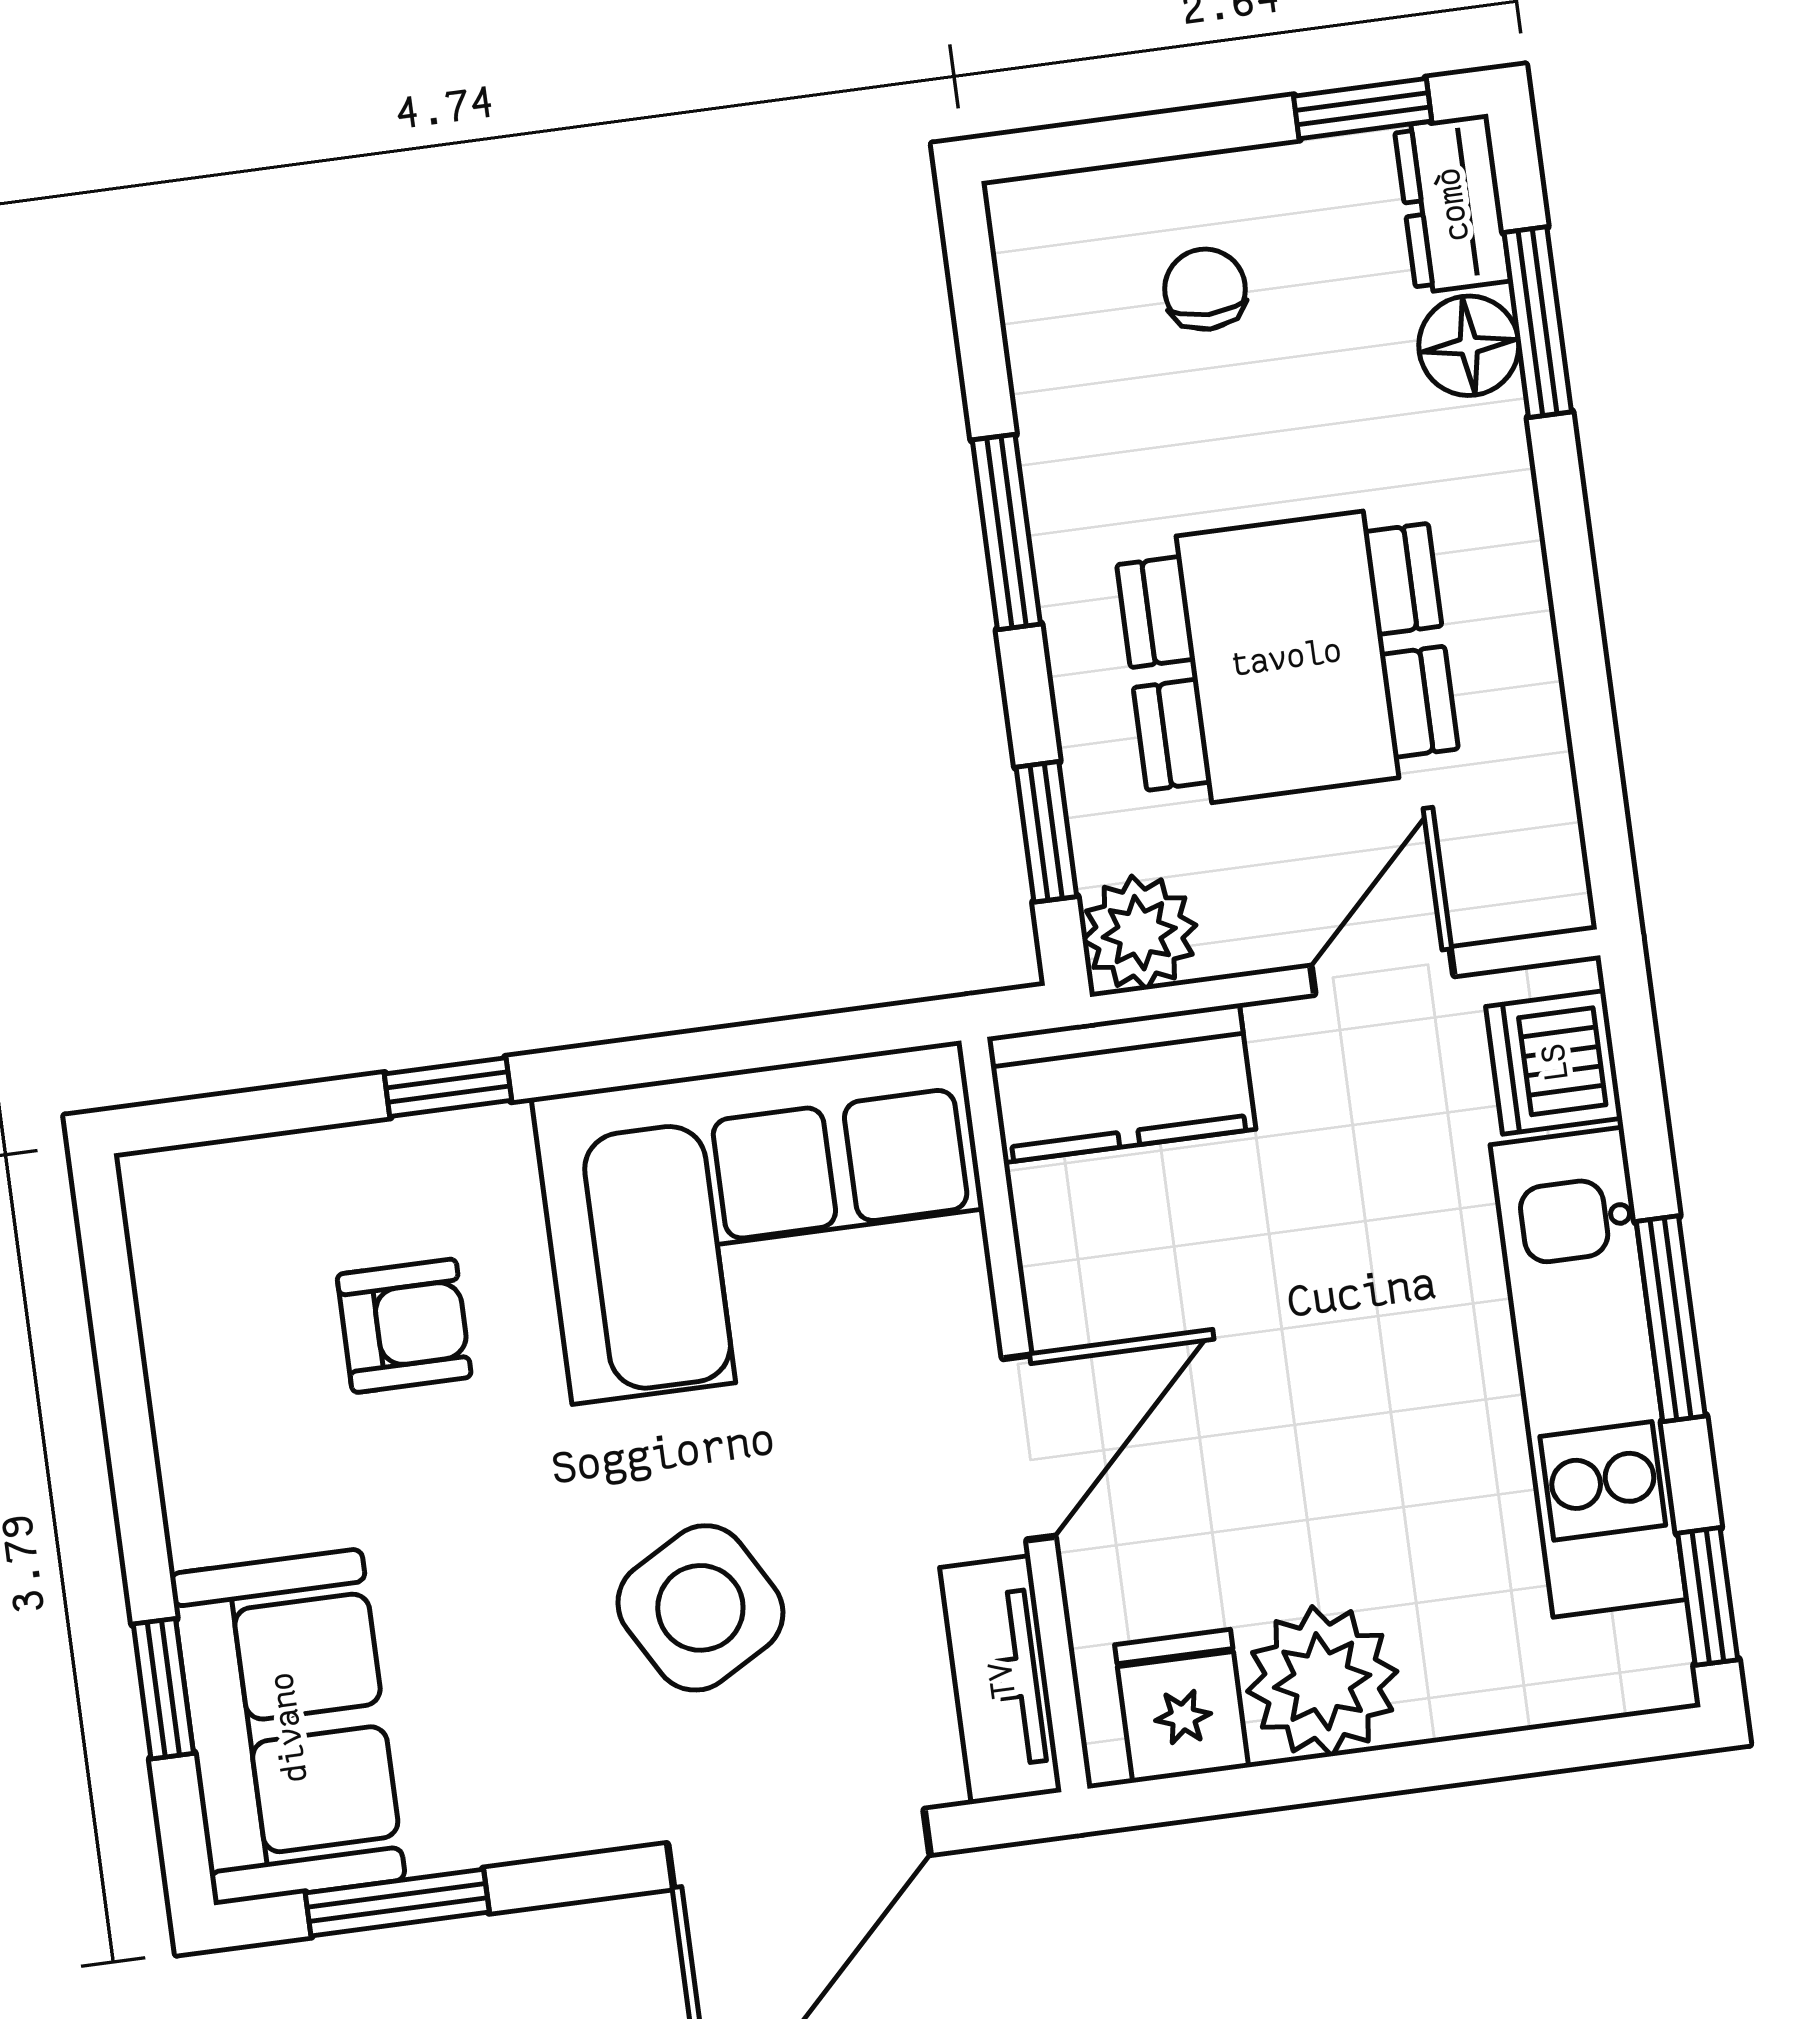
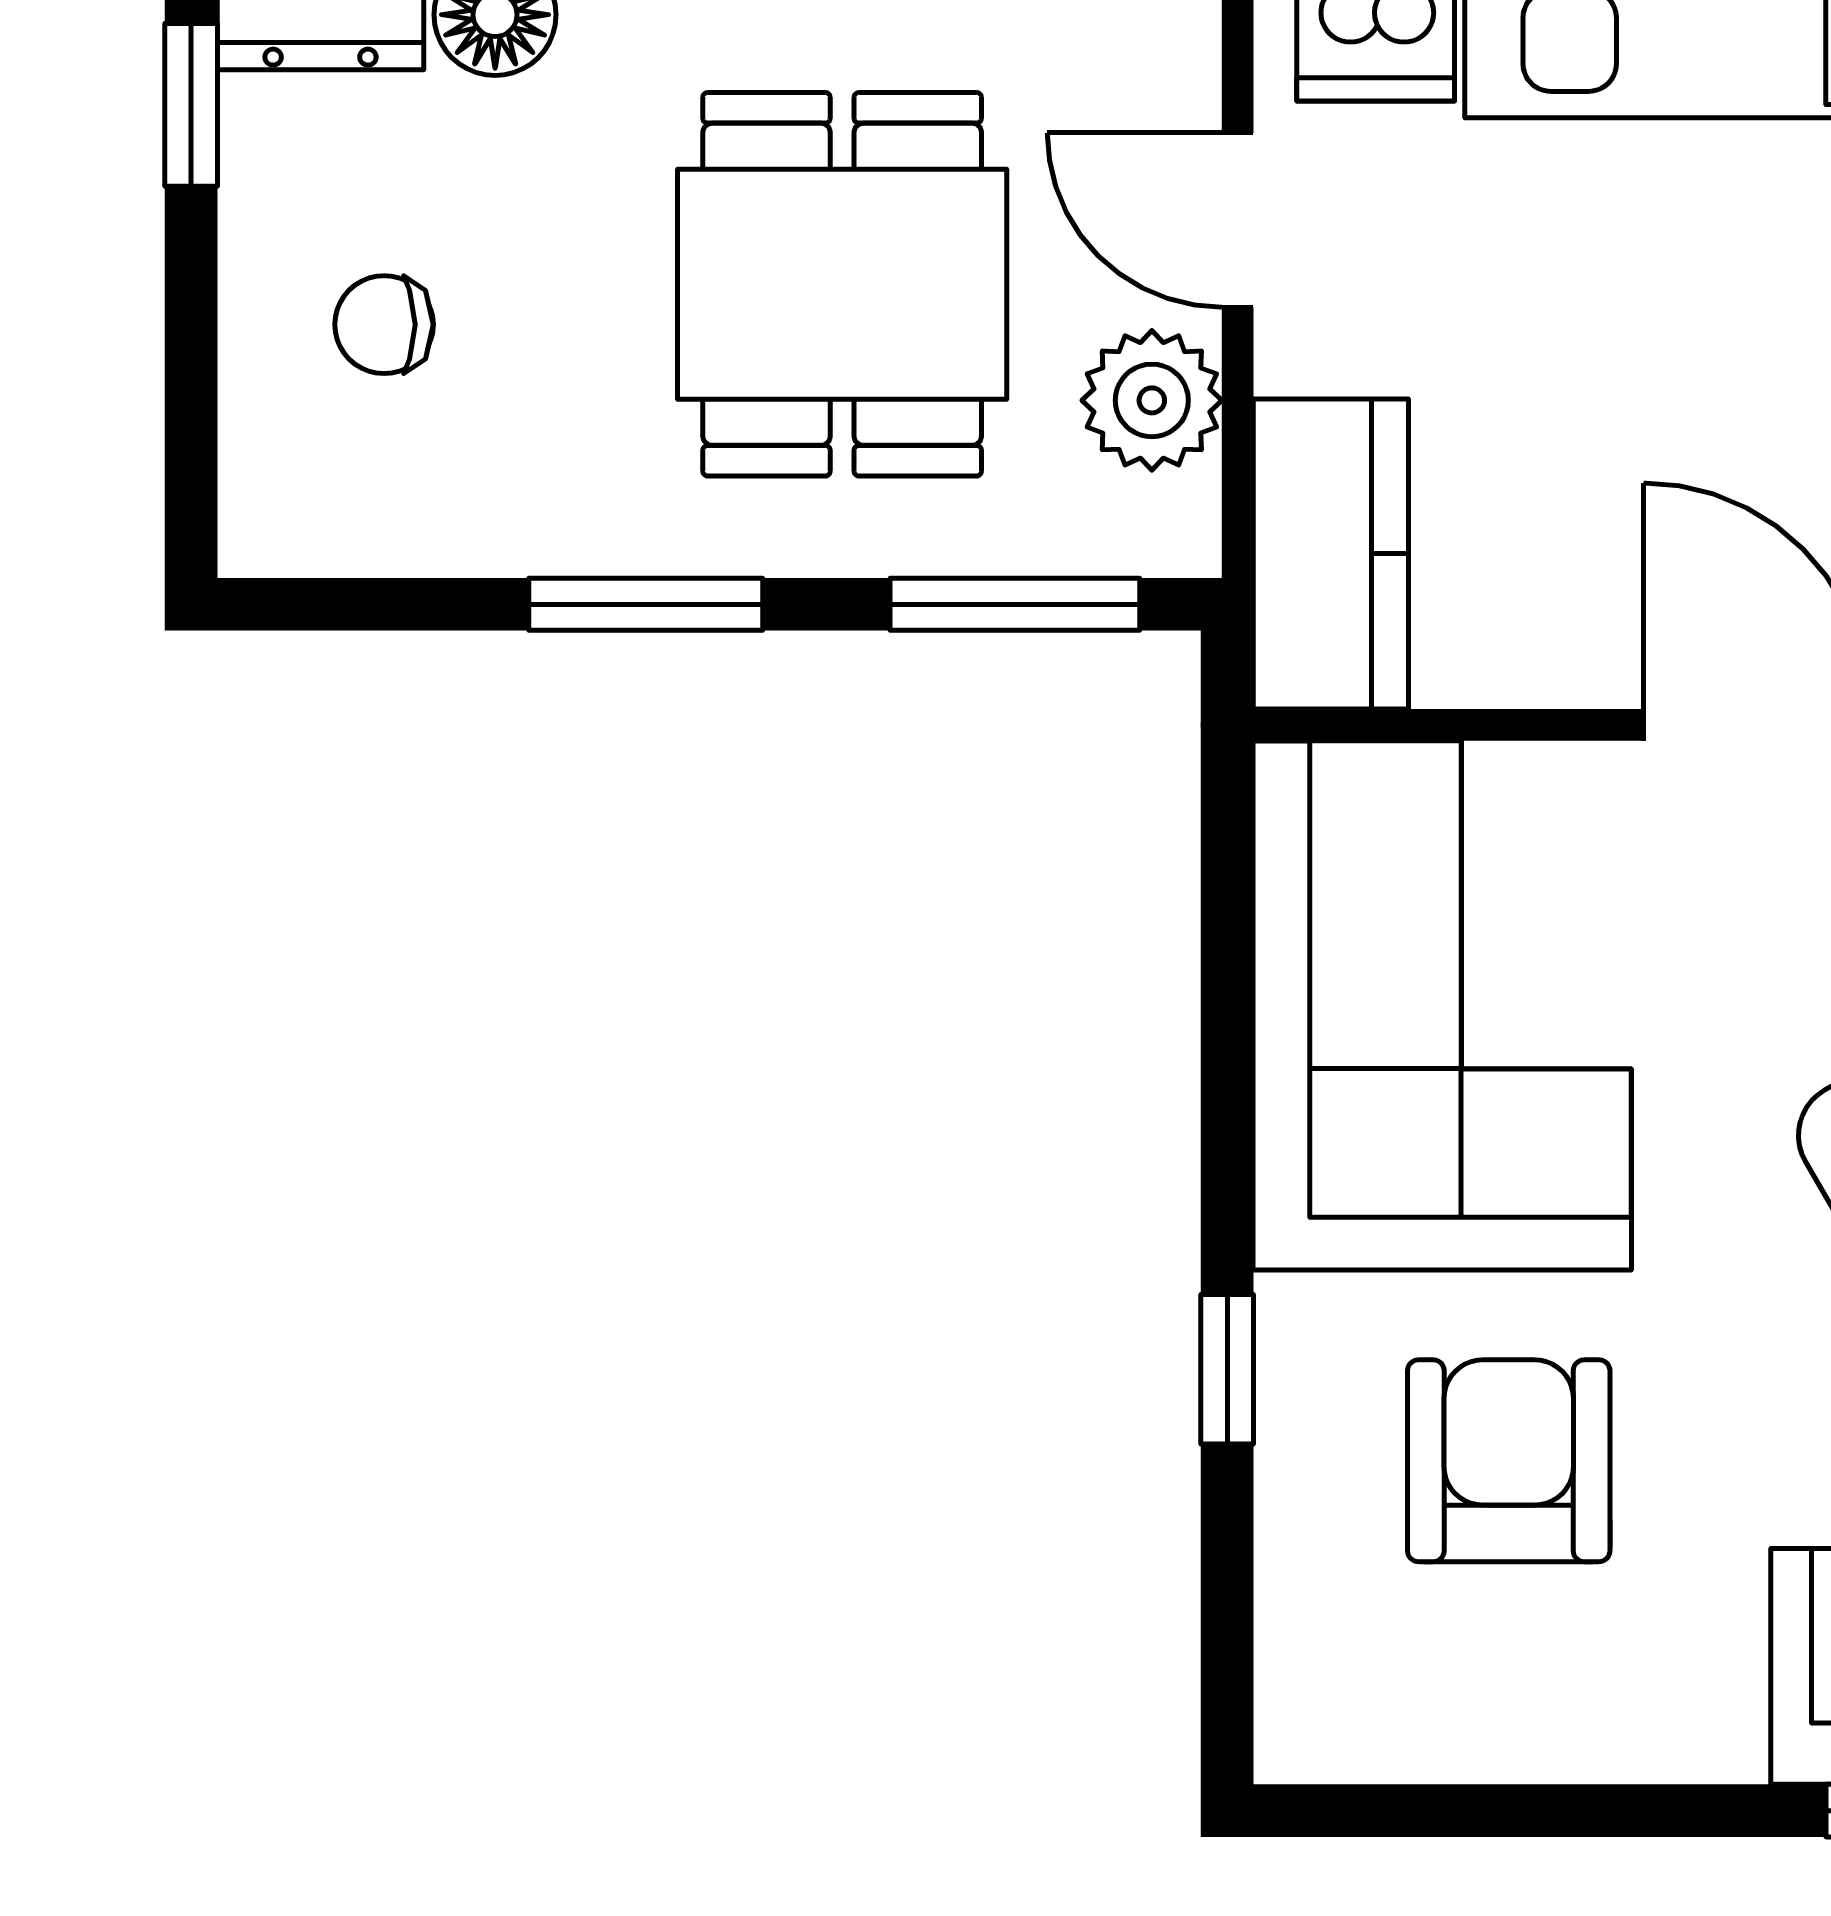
window: (1046, 832) -> (1015, 604), width x1.50
plant: (1139, 933) -> (1152, 400), moved
armchair: (404, 1326) -> (1509, 1461), width x1.38, depth x1.38

